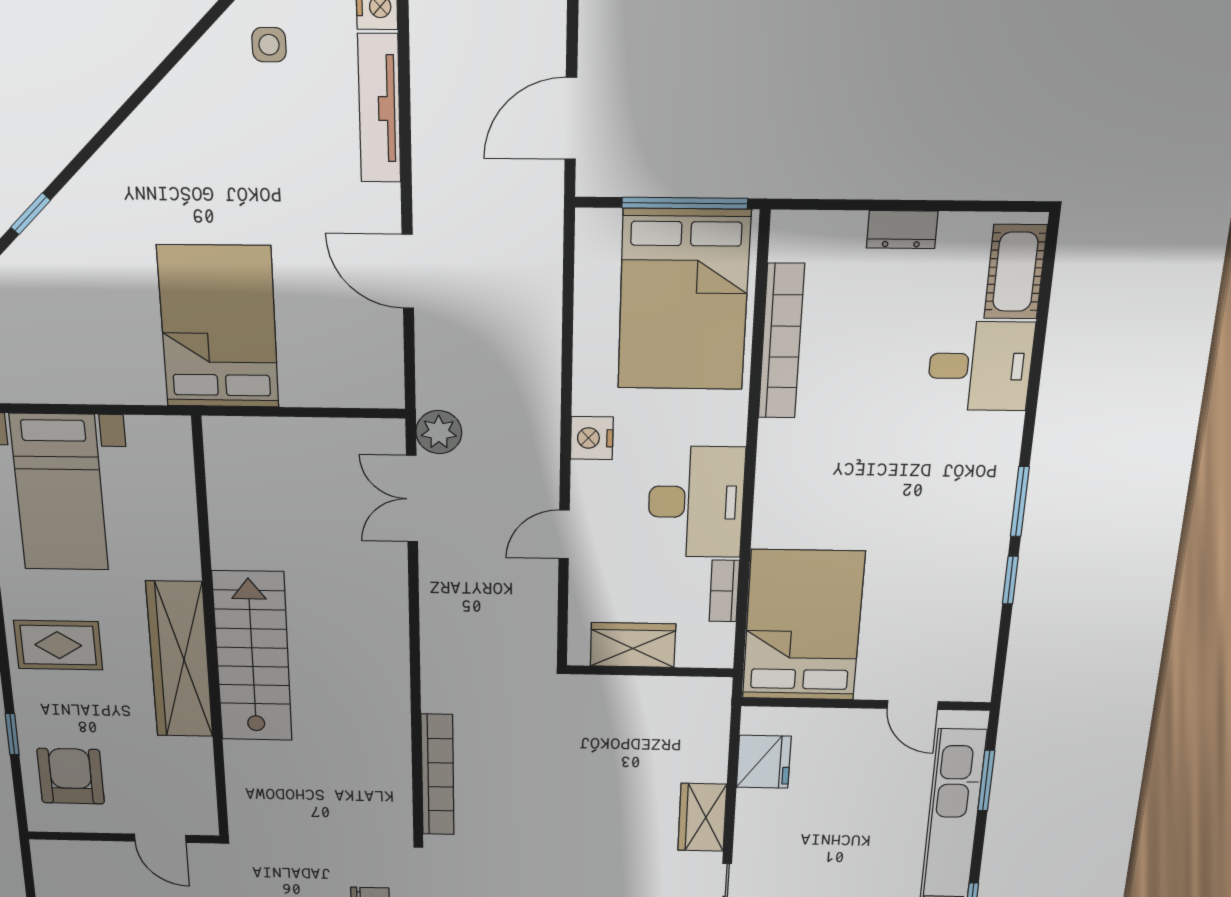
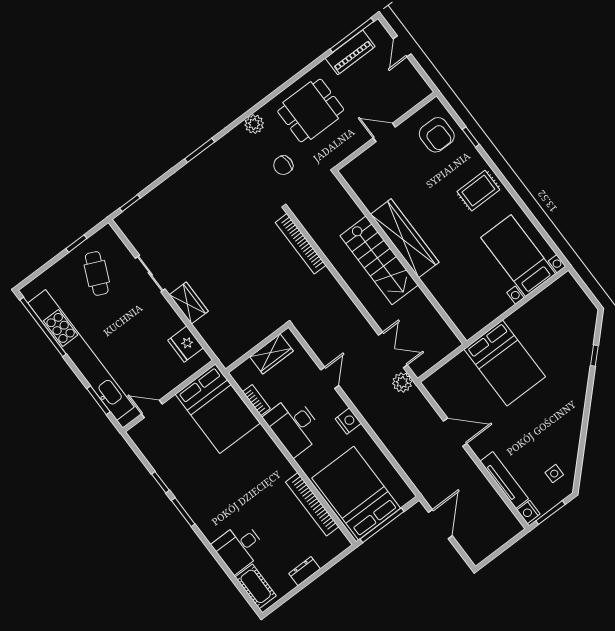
wall: (211, 636) -> (400, 257), moved
stairs: (252, 657) -> (379, 260), moved
wardrobe: (180, 660) -> (405, 238), moved

